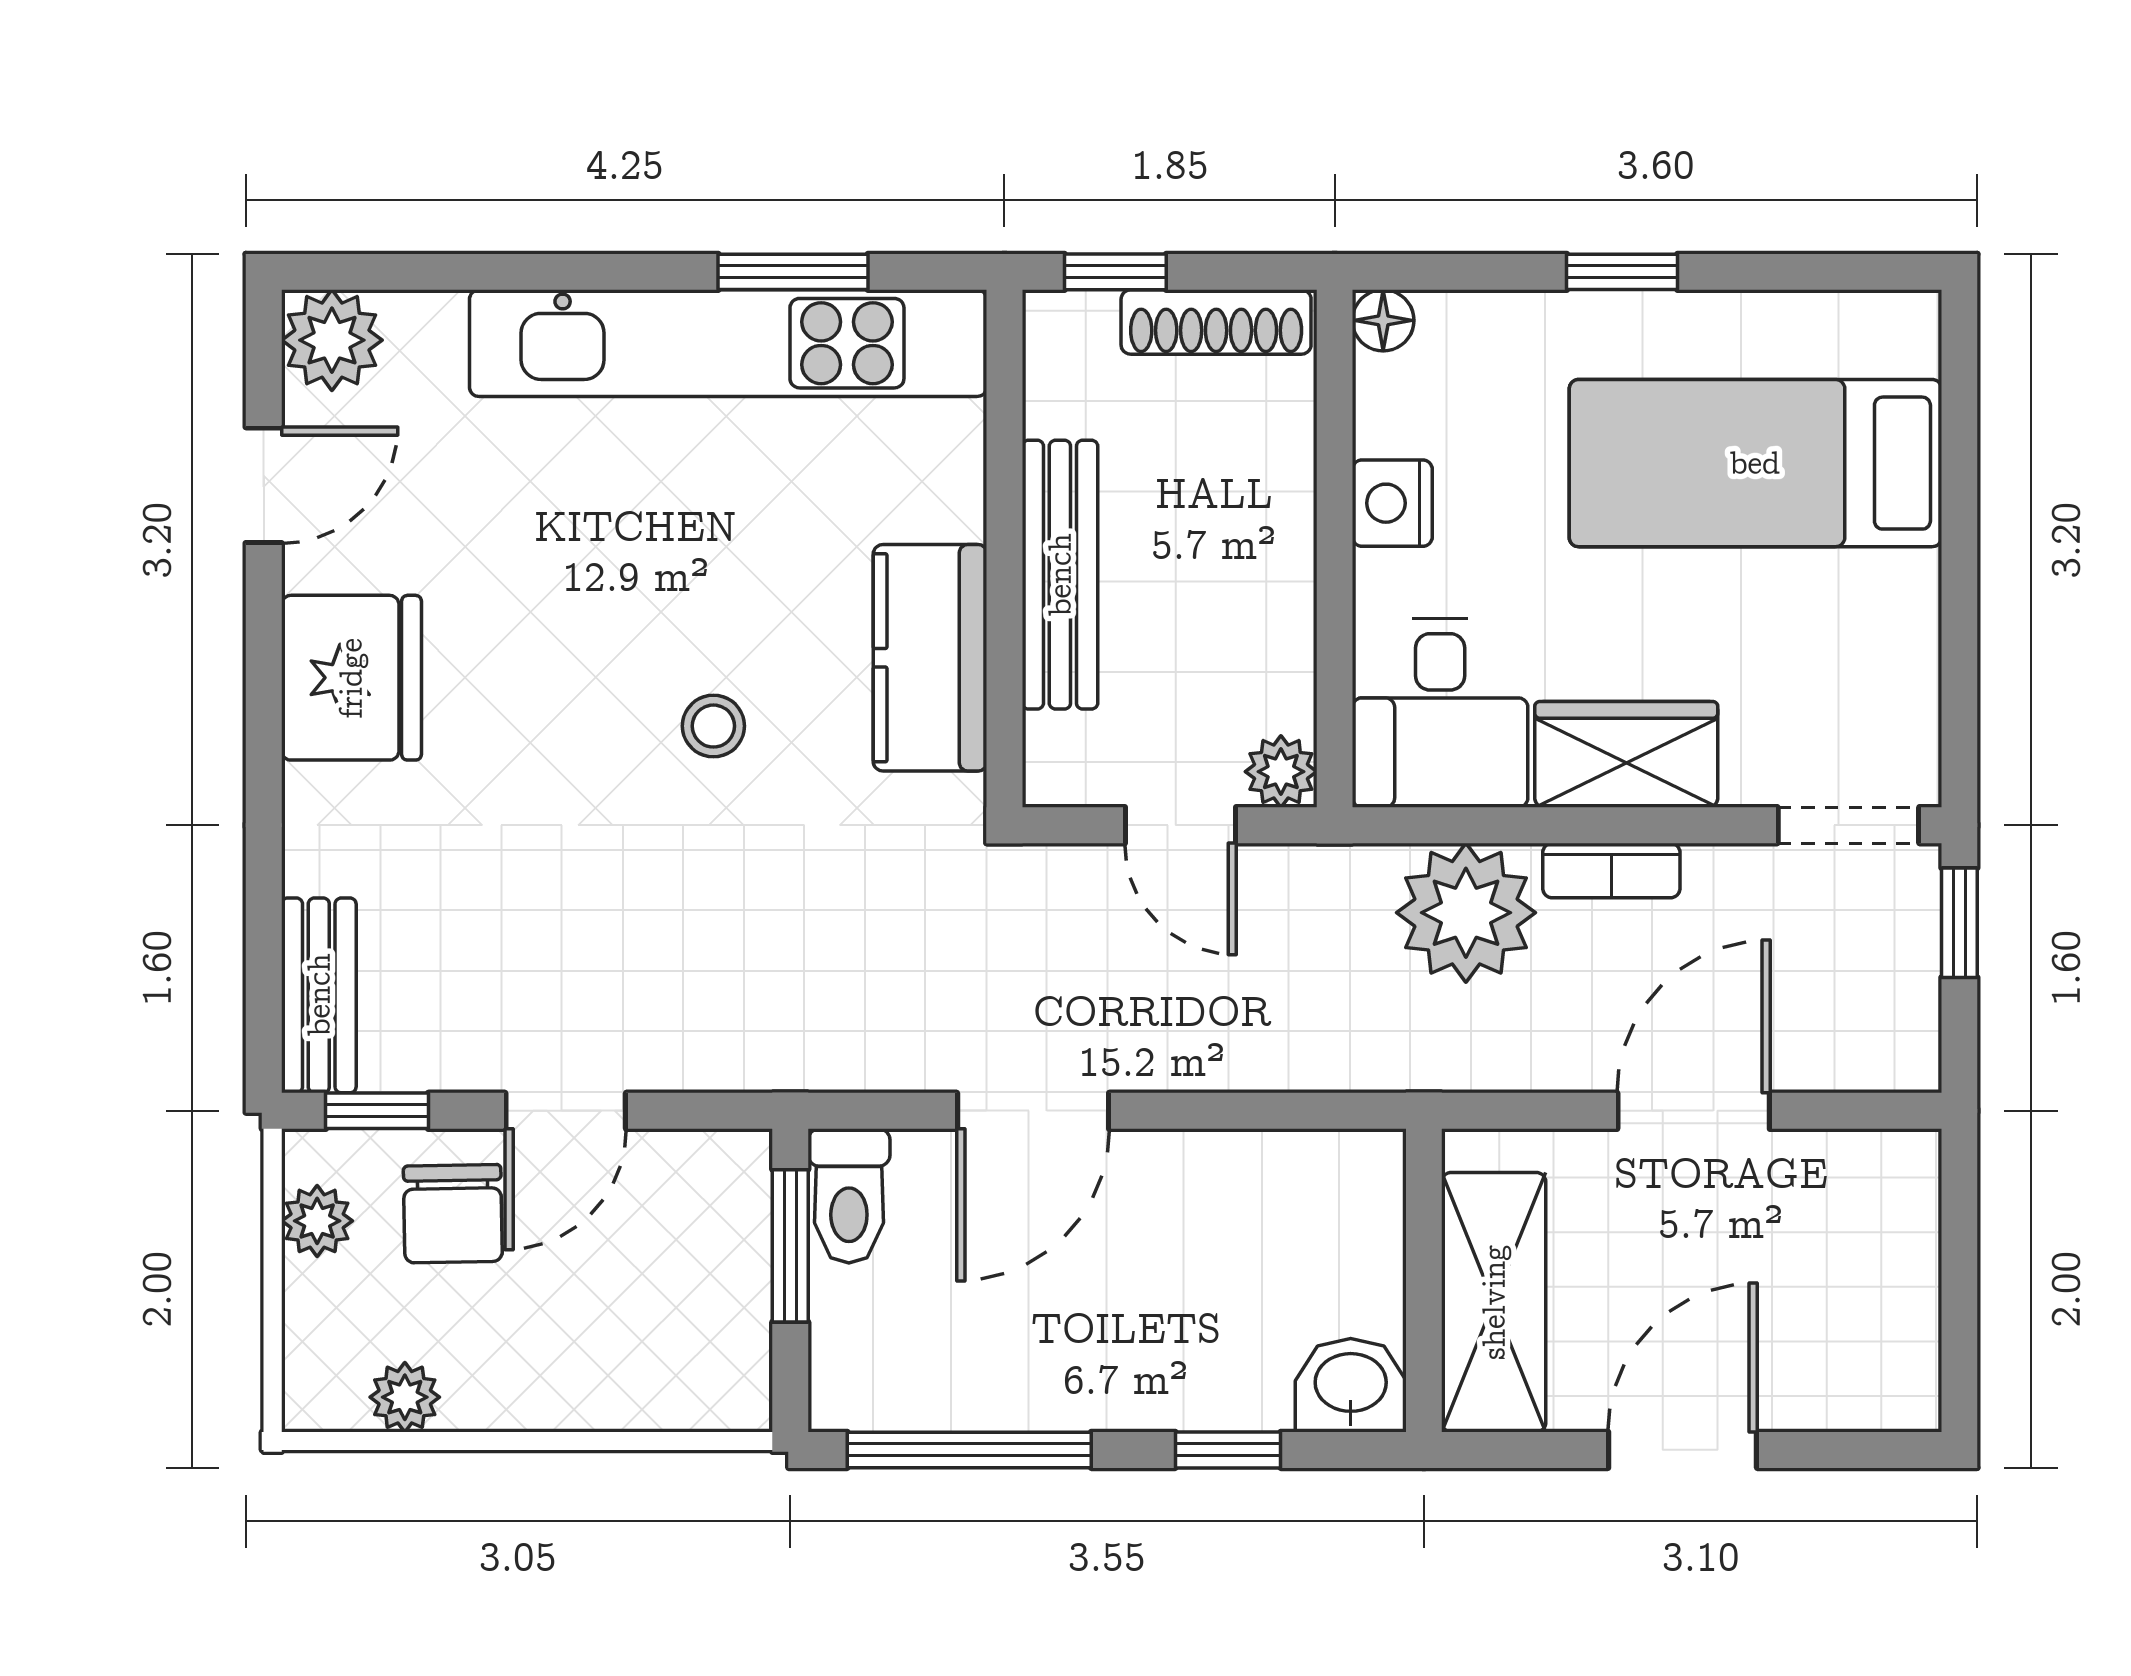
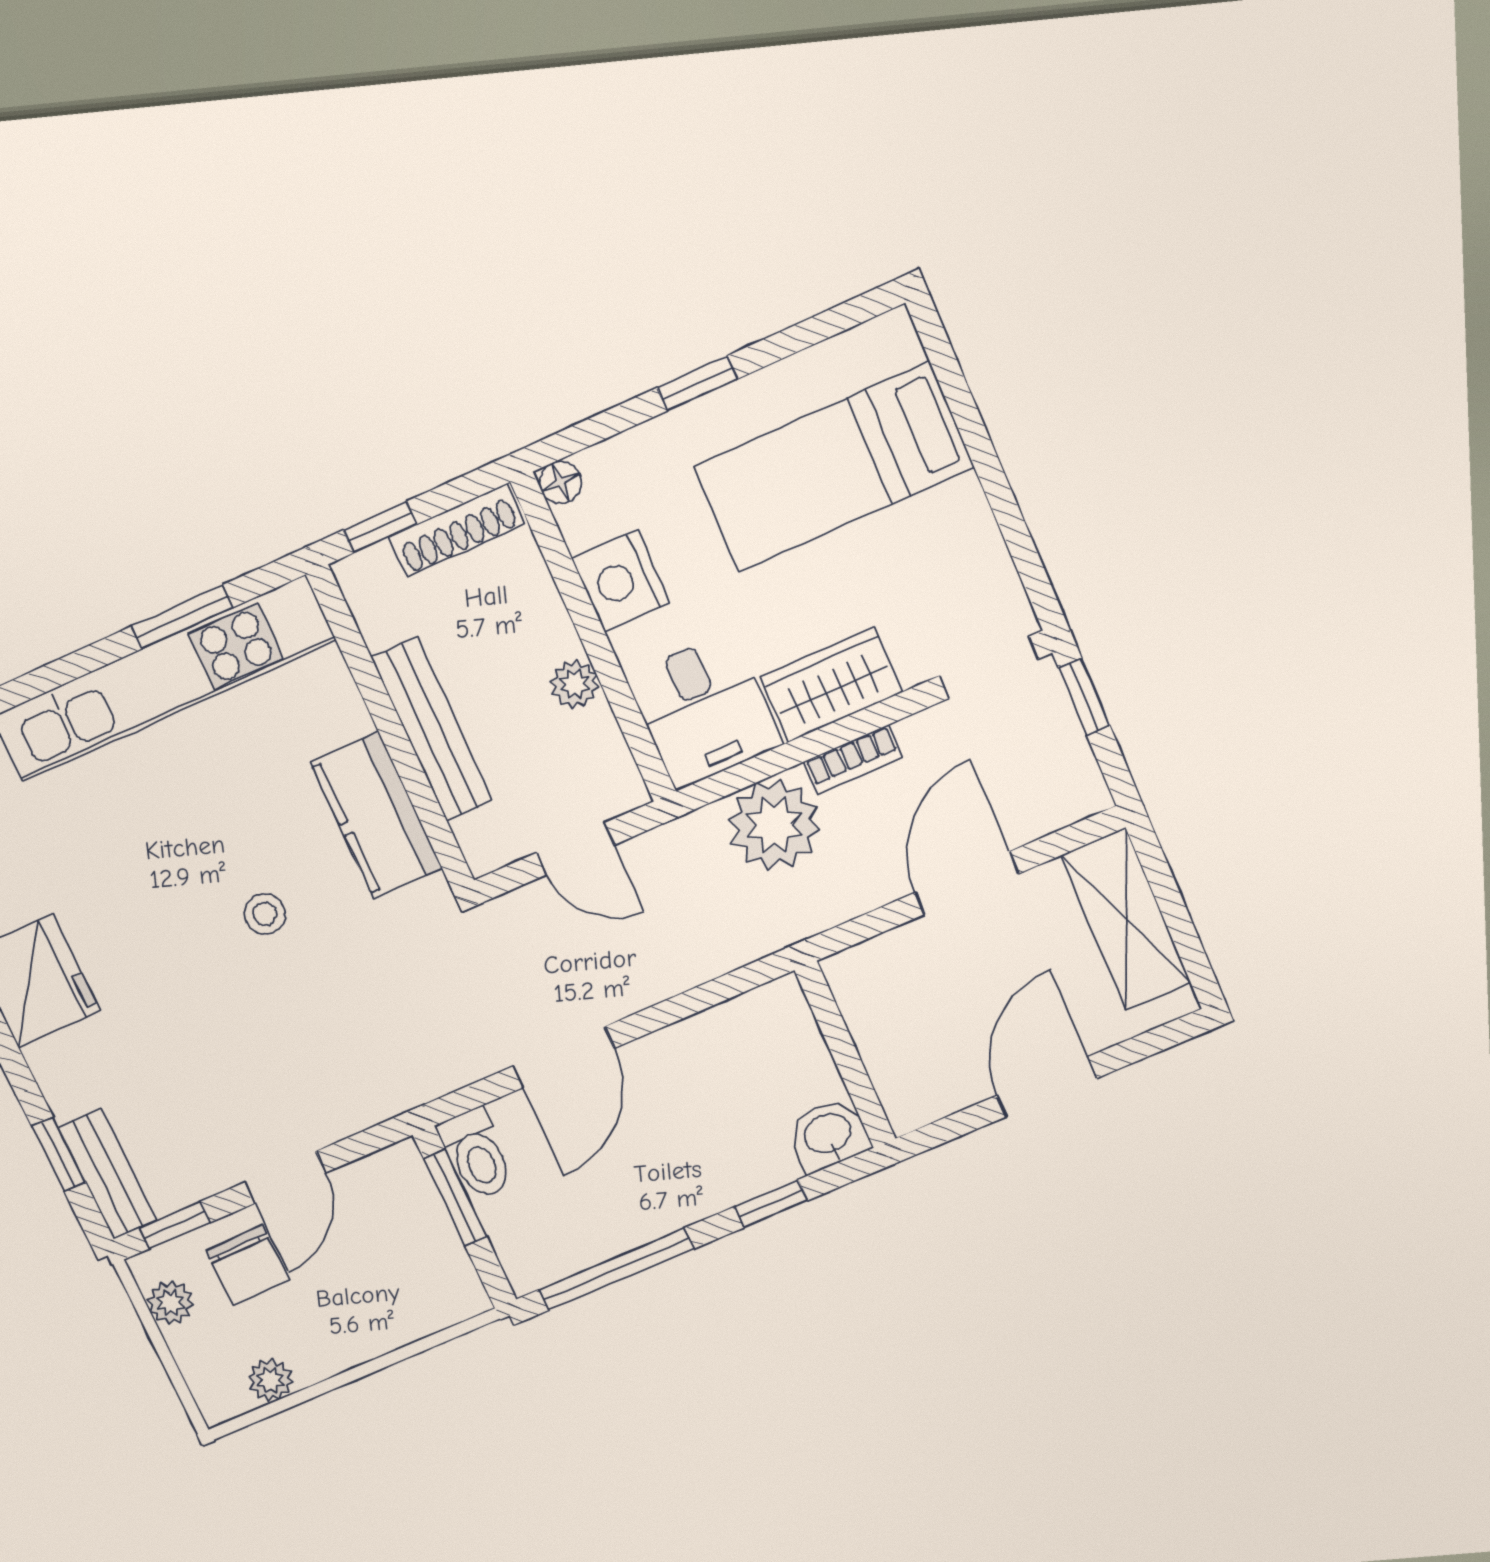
nightstand: (1392, 503) -> (621, 581), width x1.36, depth x1.33
plant: (1281, 772) -> (575, 684), moved
window: (264, 937) -> (59, 1154), added
shelving: (1494, 1302) -> (1126, 919), moved

